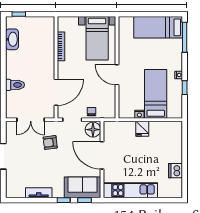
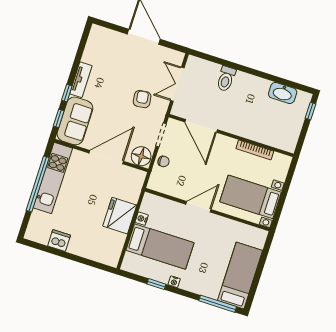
fridge: (142, 129) -> (120, 216), width x1.88, depth x1.34
tv unit: (39, 193) -> (81, 80), moved
window: (138, 200) -> (38, 184), added

